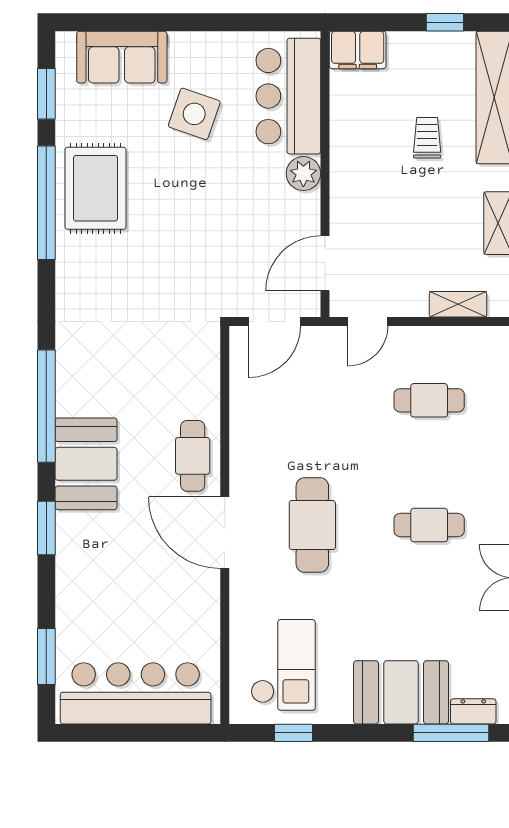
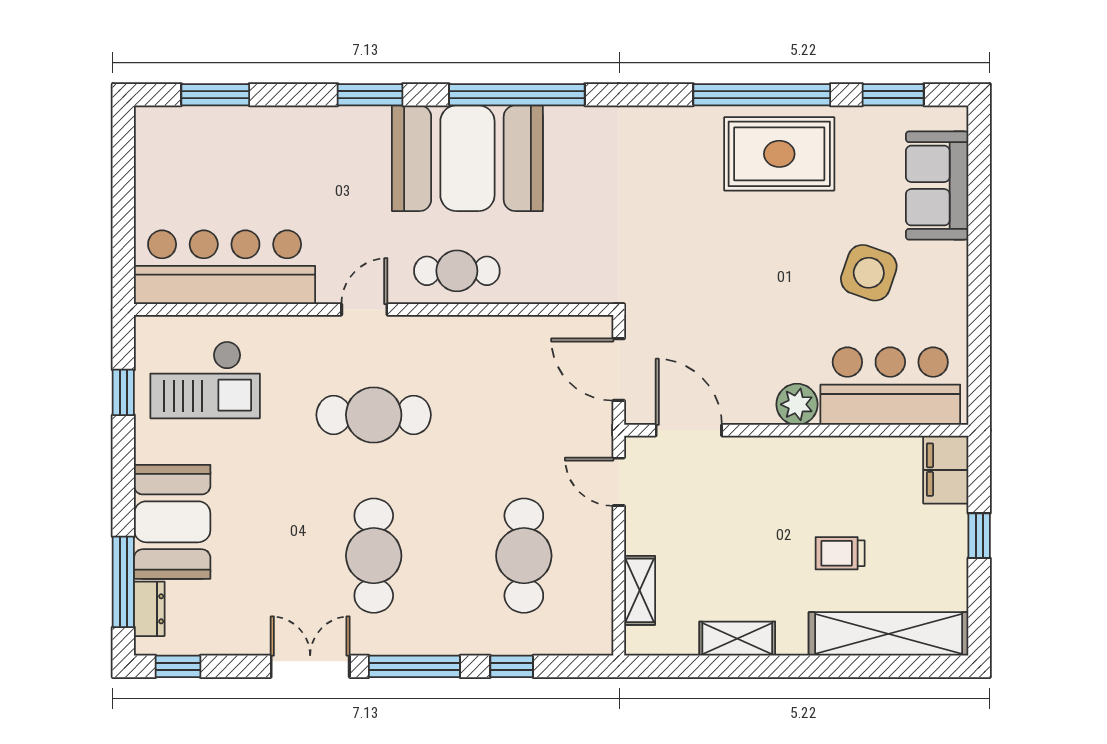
window: (445, 22) -> (979, 536), moved
trolley: (427, 138) -> (840, 553), turned 180
cafe table: (429, 400) -> (524, 556), width x1.37, depth x1.35
booth: (86, 464) -> (467, 158), width x1.36, depth x1.42
cafe table: (429, 525) -> (374, 556), width x1.37, depth x1.35
door: (225, 533) -> (364, 310), width x0.53
bar counter: (136, 693) -> (225, 267), moved, turned -90

